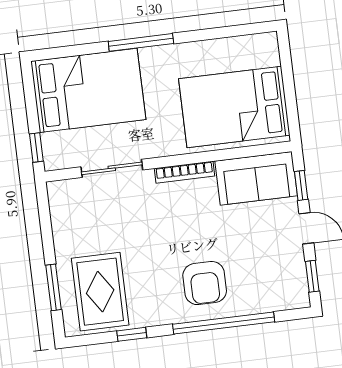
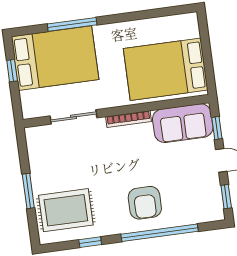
window: (141, 42) -> (72, 24), moved
window: (36, 147) -> (12, 71), moved
window: (53, 287) -> (28, 191), moved
rug: (100, 292) -> (66, 210), turned 90

